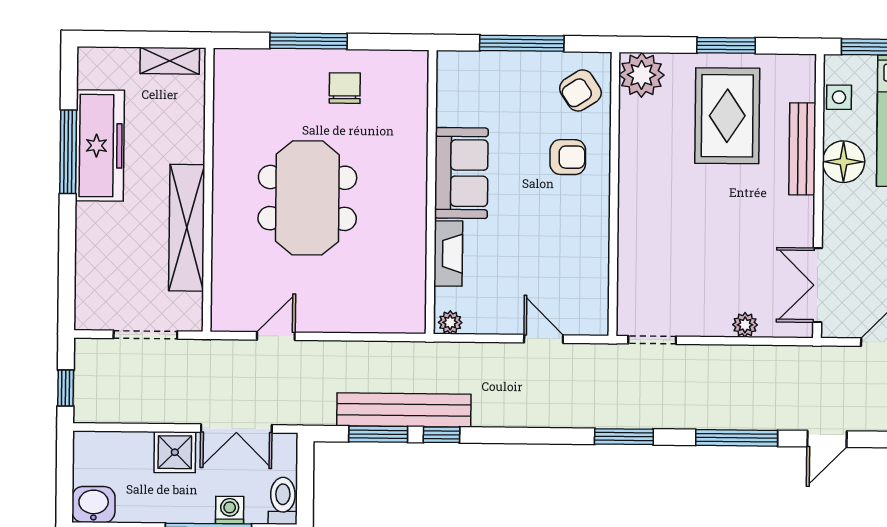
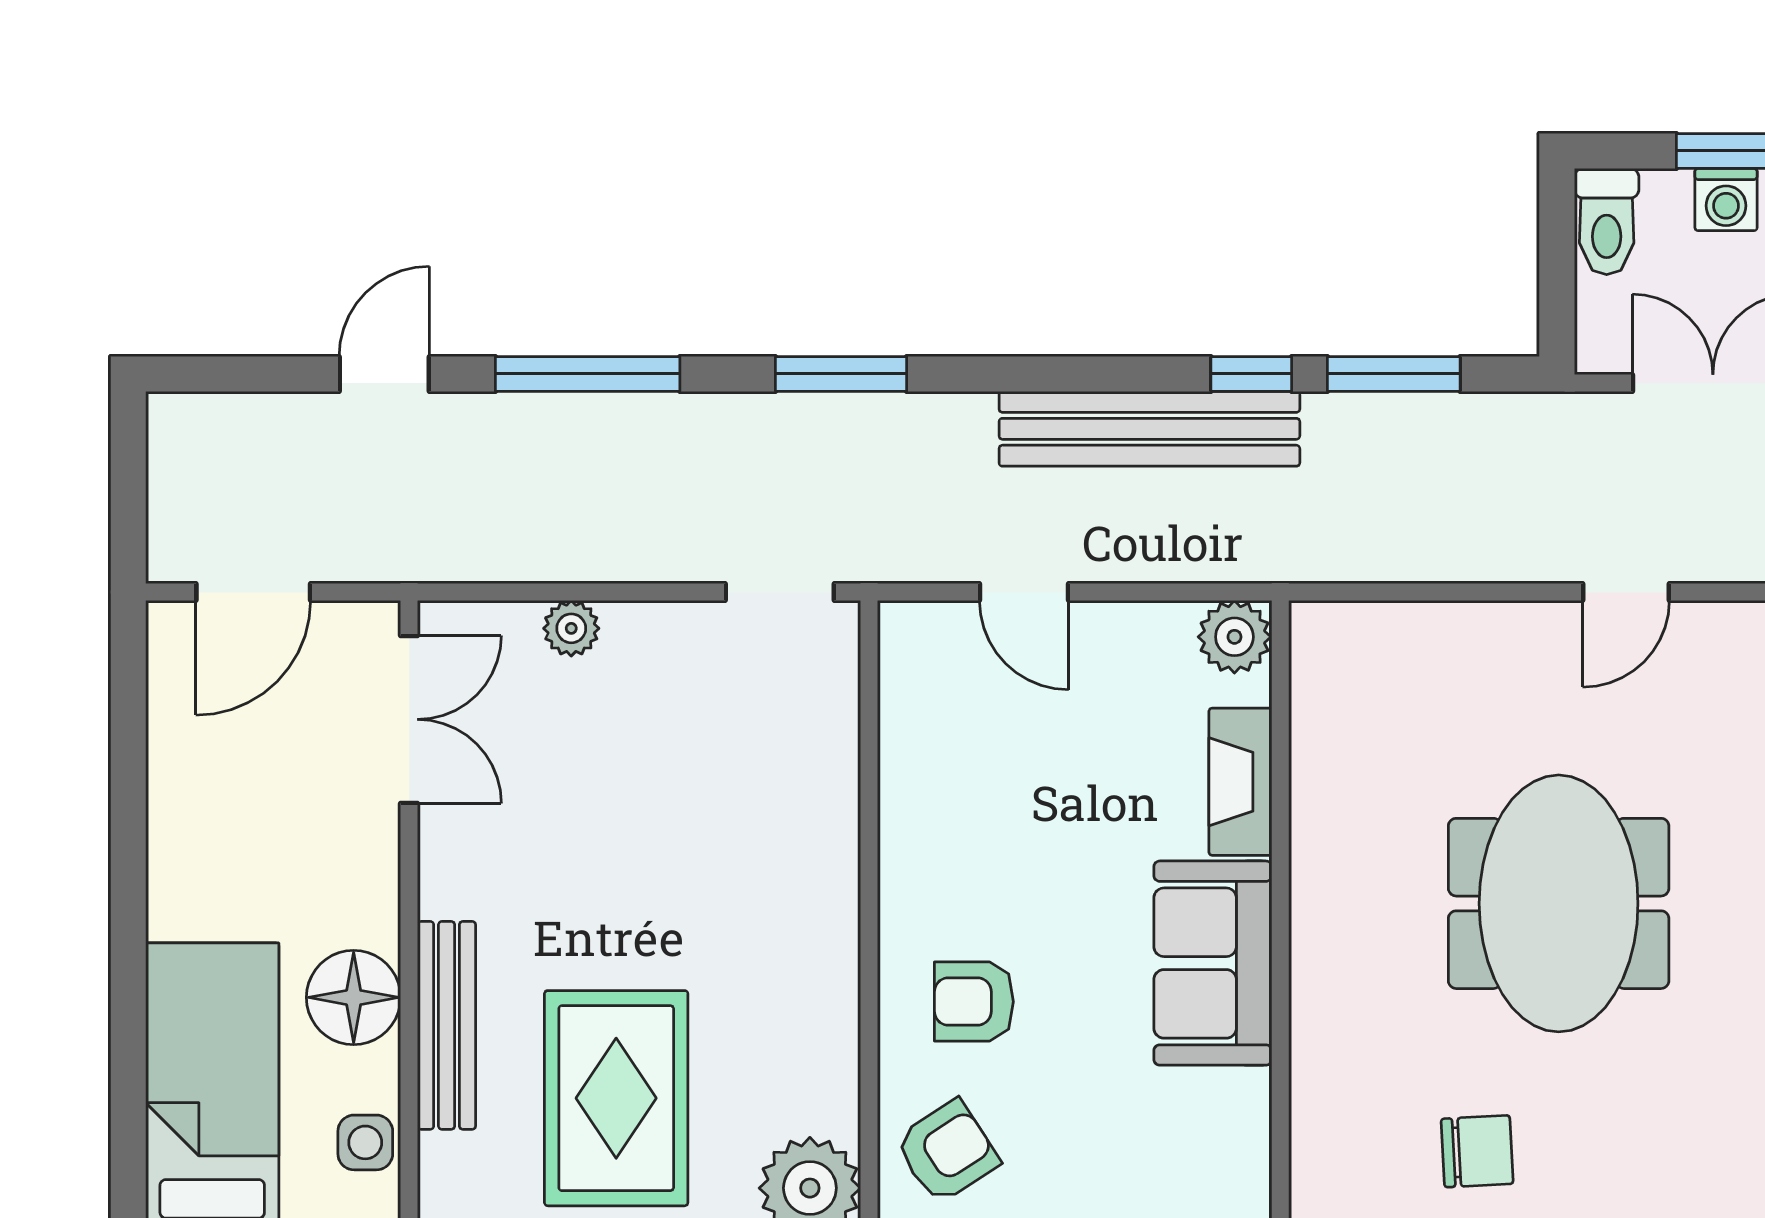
chair: (345, 88) -> (1477, 1151), turned -93
plant: (450, 322) -> (1234, 637), width x1.38, depth x1.38
bench: (404, 410) -> (1149, 429), moved

